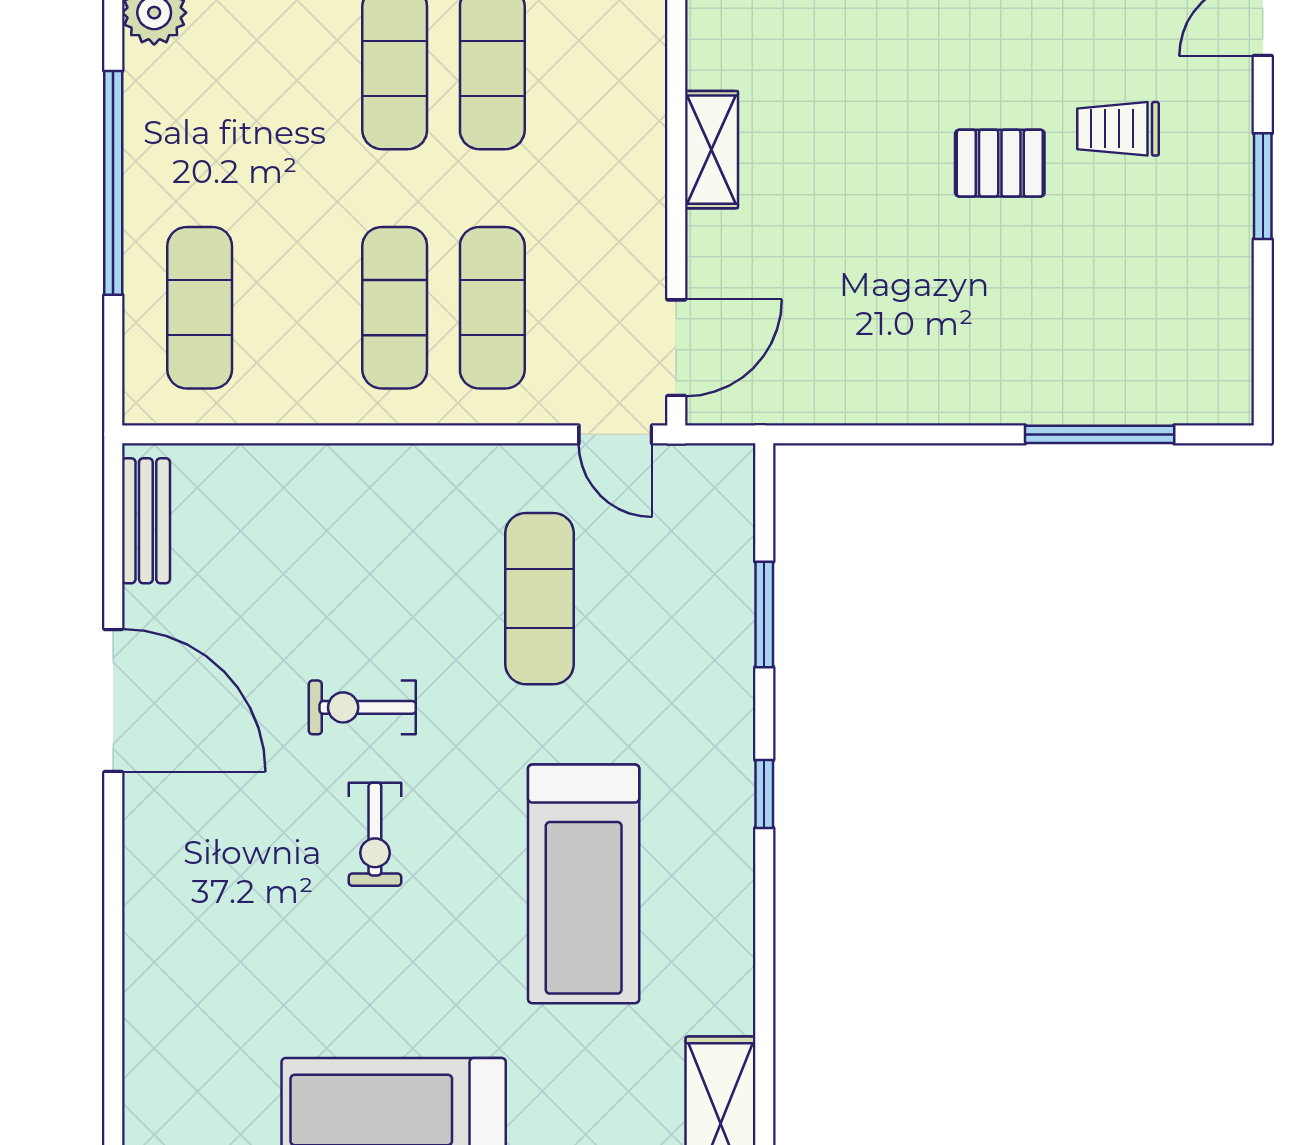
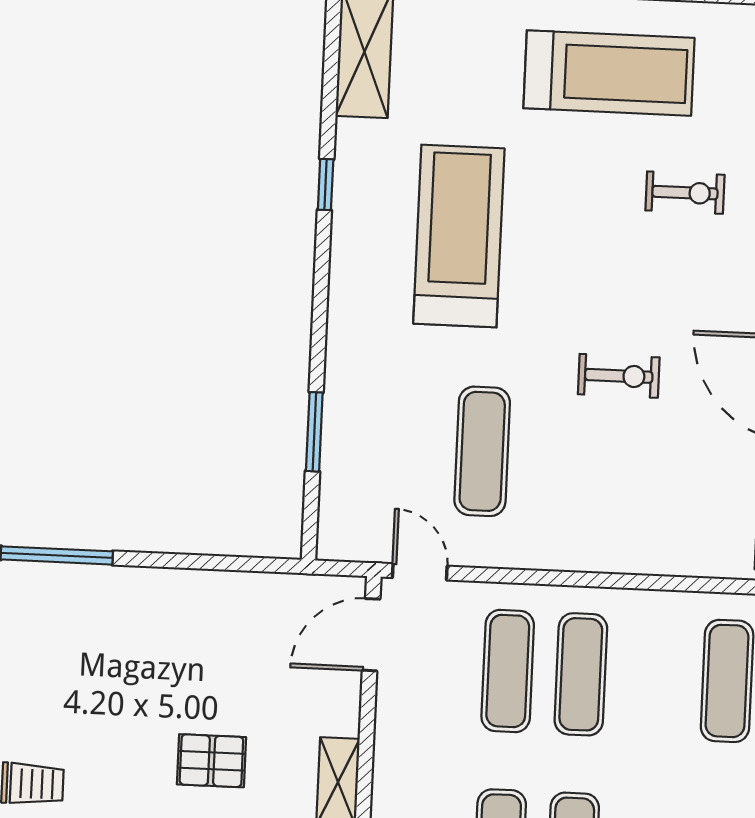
pallet: (1000, 163) -> (211, 761), moved
window: (764, 794) -> (326, 185), moved
exercise bike: (375, 834) -> (685, 193), moved, turned 90

